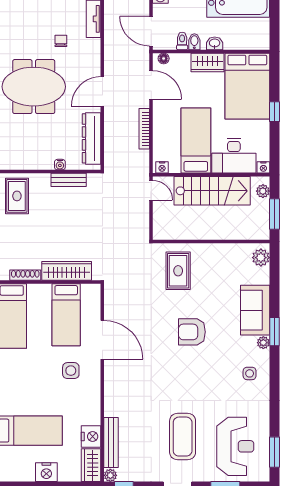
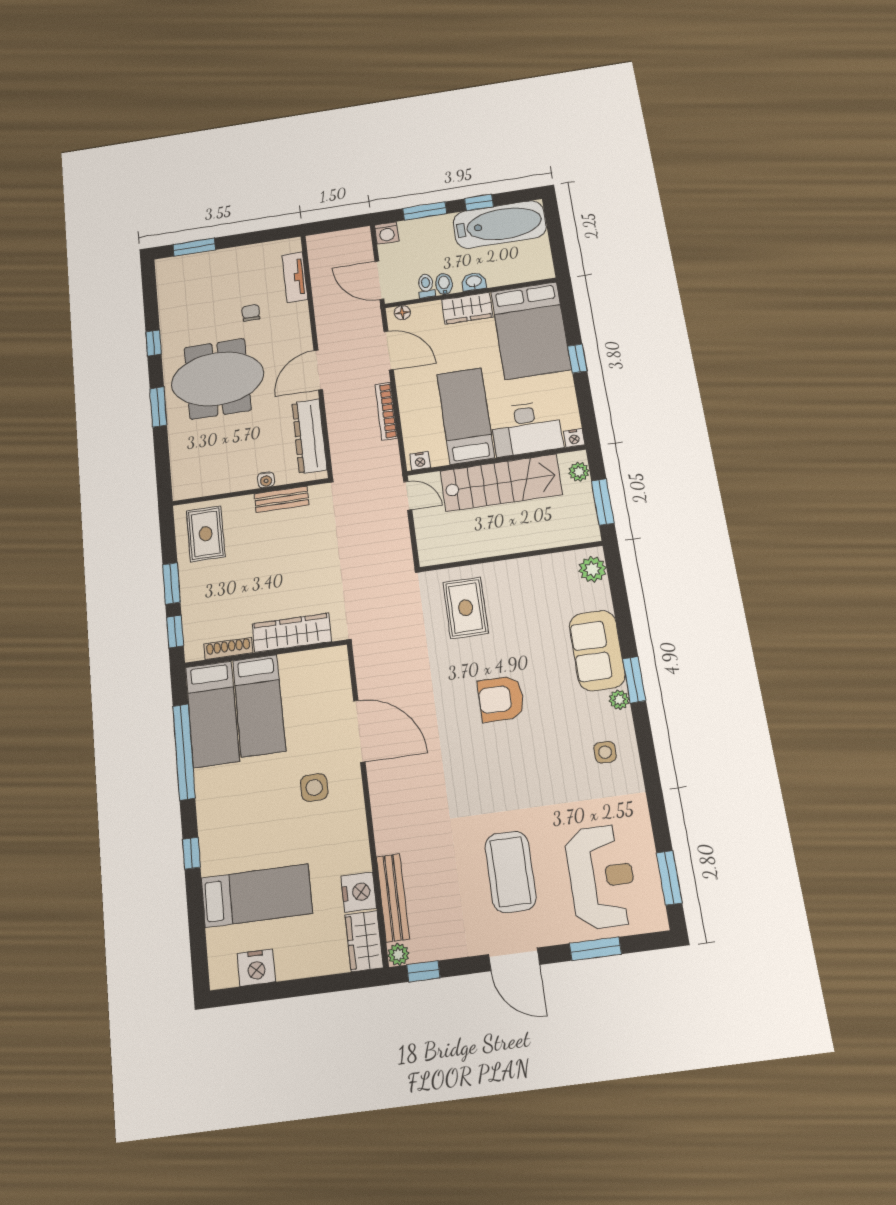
bed: (66, 315) -> (259, 705), moved
nightstand: (46, 472) -> (256, 968), moved

